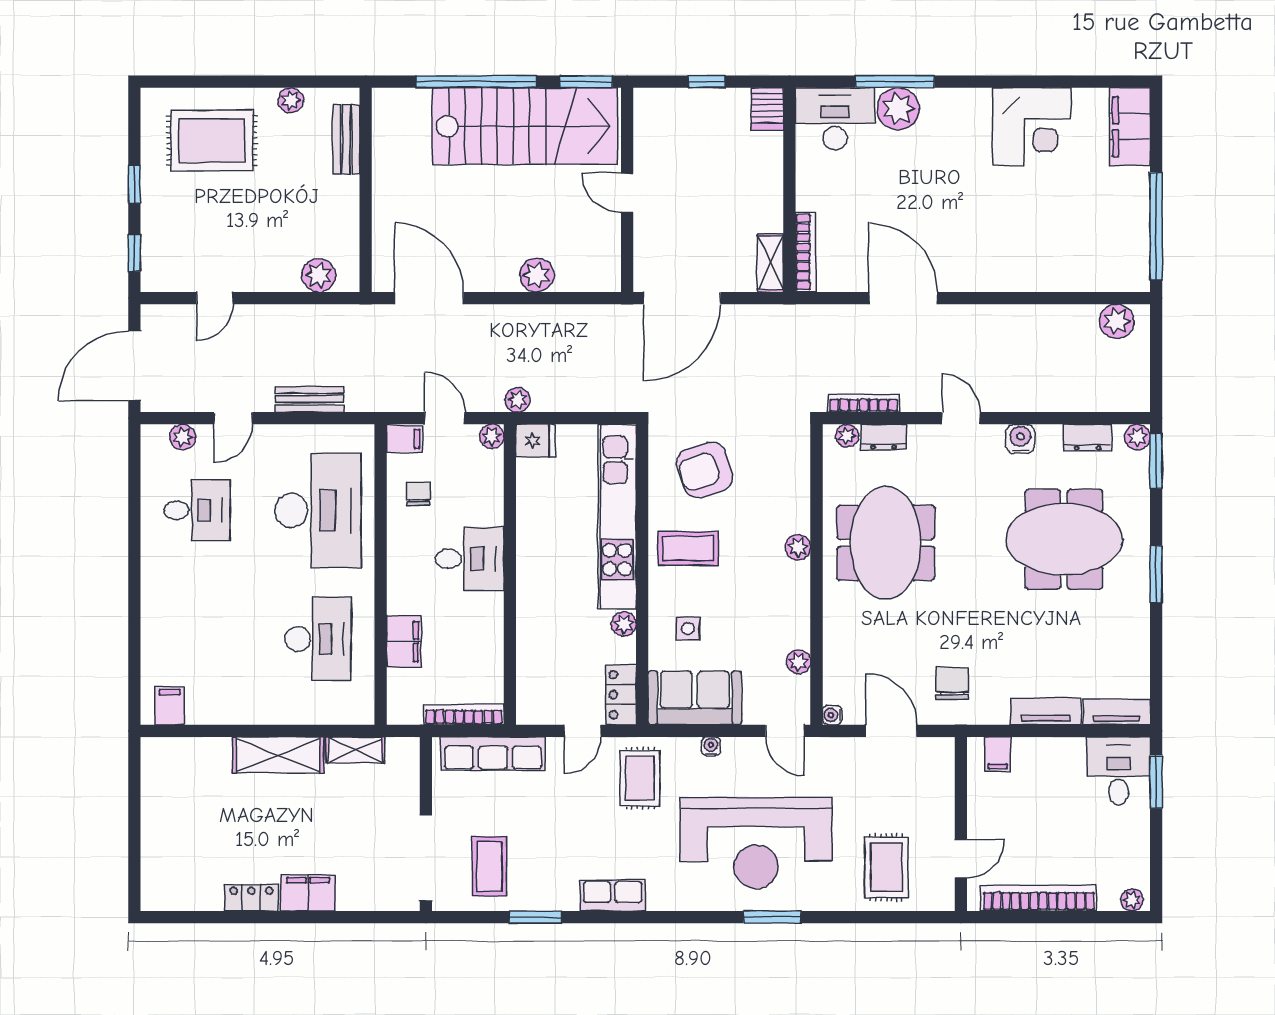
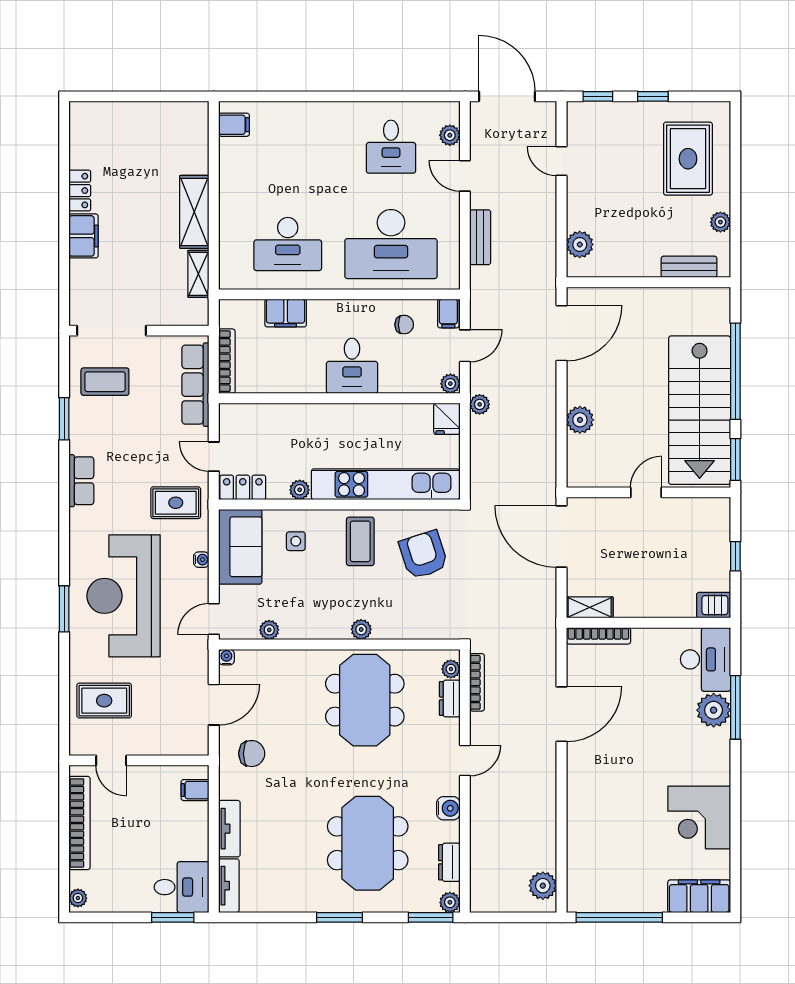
meeting table: (886, 543) -> (365, 700), turned 90

